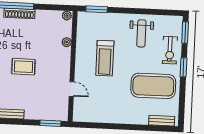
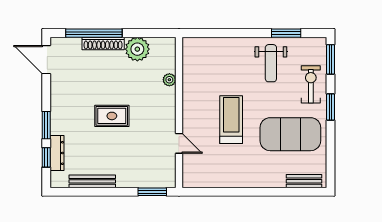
window: (97, 9) -> (286, 33), moved
plant: (67, 16) -> (137, 49), moved, width x1.87, depth x1.87
exercise bike: (170, 50) -> (311, 84), turned 180
treadmill: (105, 58) -> (231, 120), moved, turned 180

